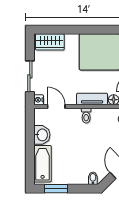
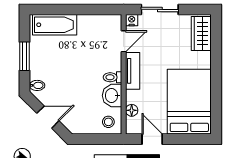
tv unit: (92, 99) -> (133, 71), moved
washbasin: (42, 135) -> (112, 95), moved, turned 90
window: (56, 189) -> (25, 56), moved

